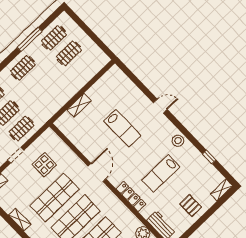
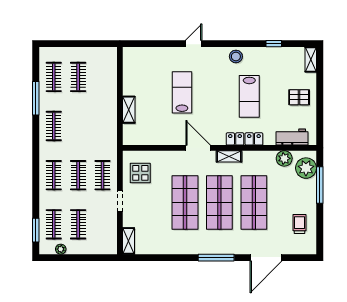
lab bench: (122, 128) -> (182, 92), turned -90
display table: (44, 165) -> (140, 173), moved
shelving: (20, 220) -> (229, 156), moved

